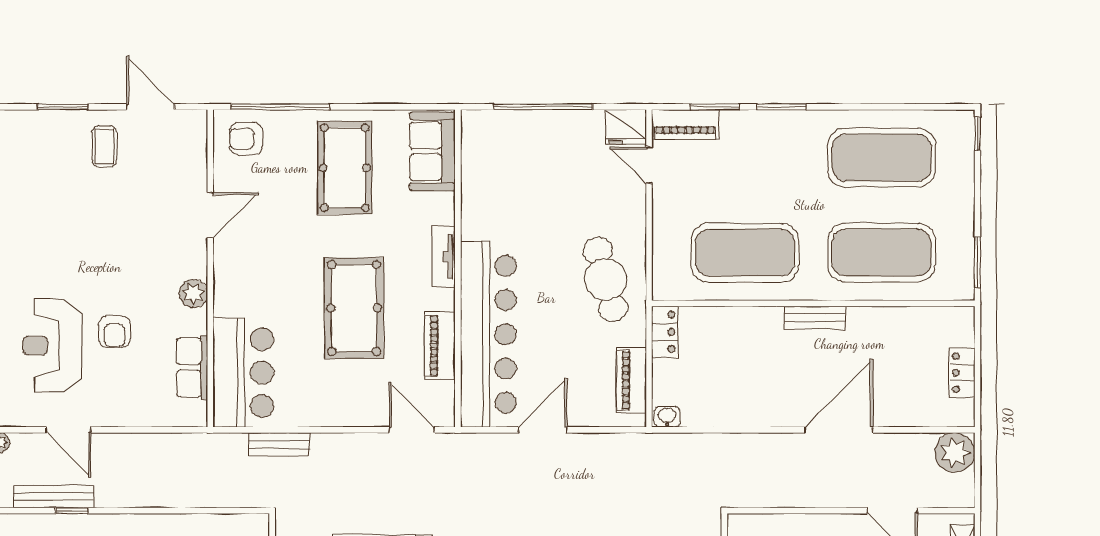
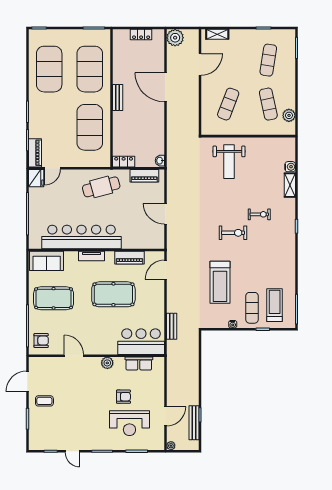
armchair: (246, 139) -> (41, 341), turned -90
bar counter: (488, 334) -> (81, 237), moved

